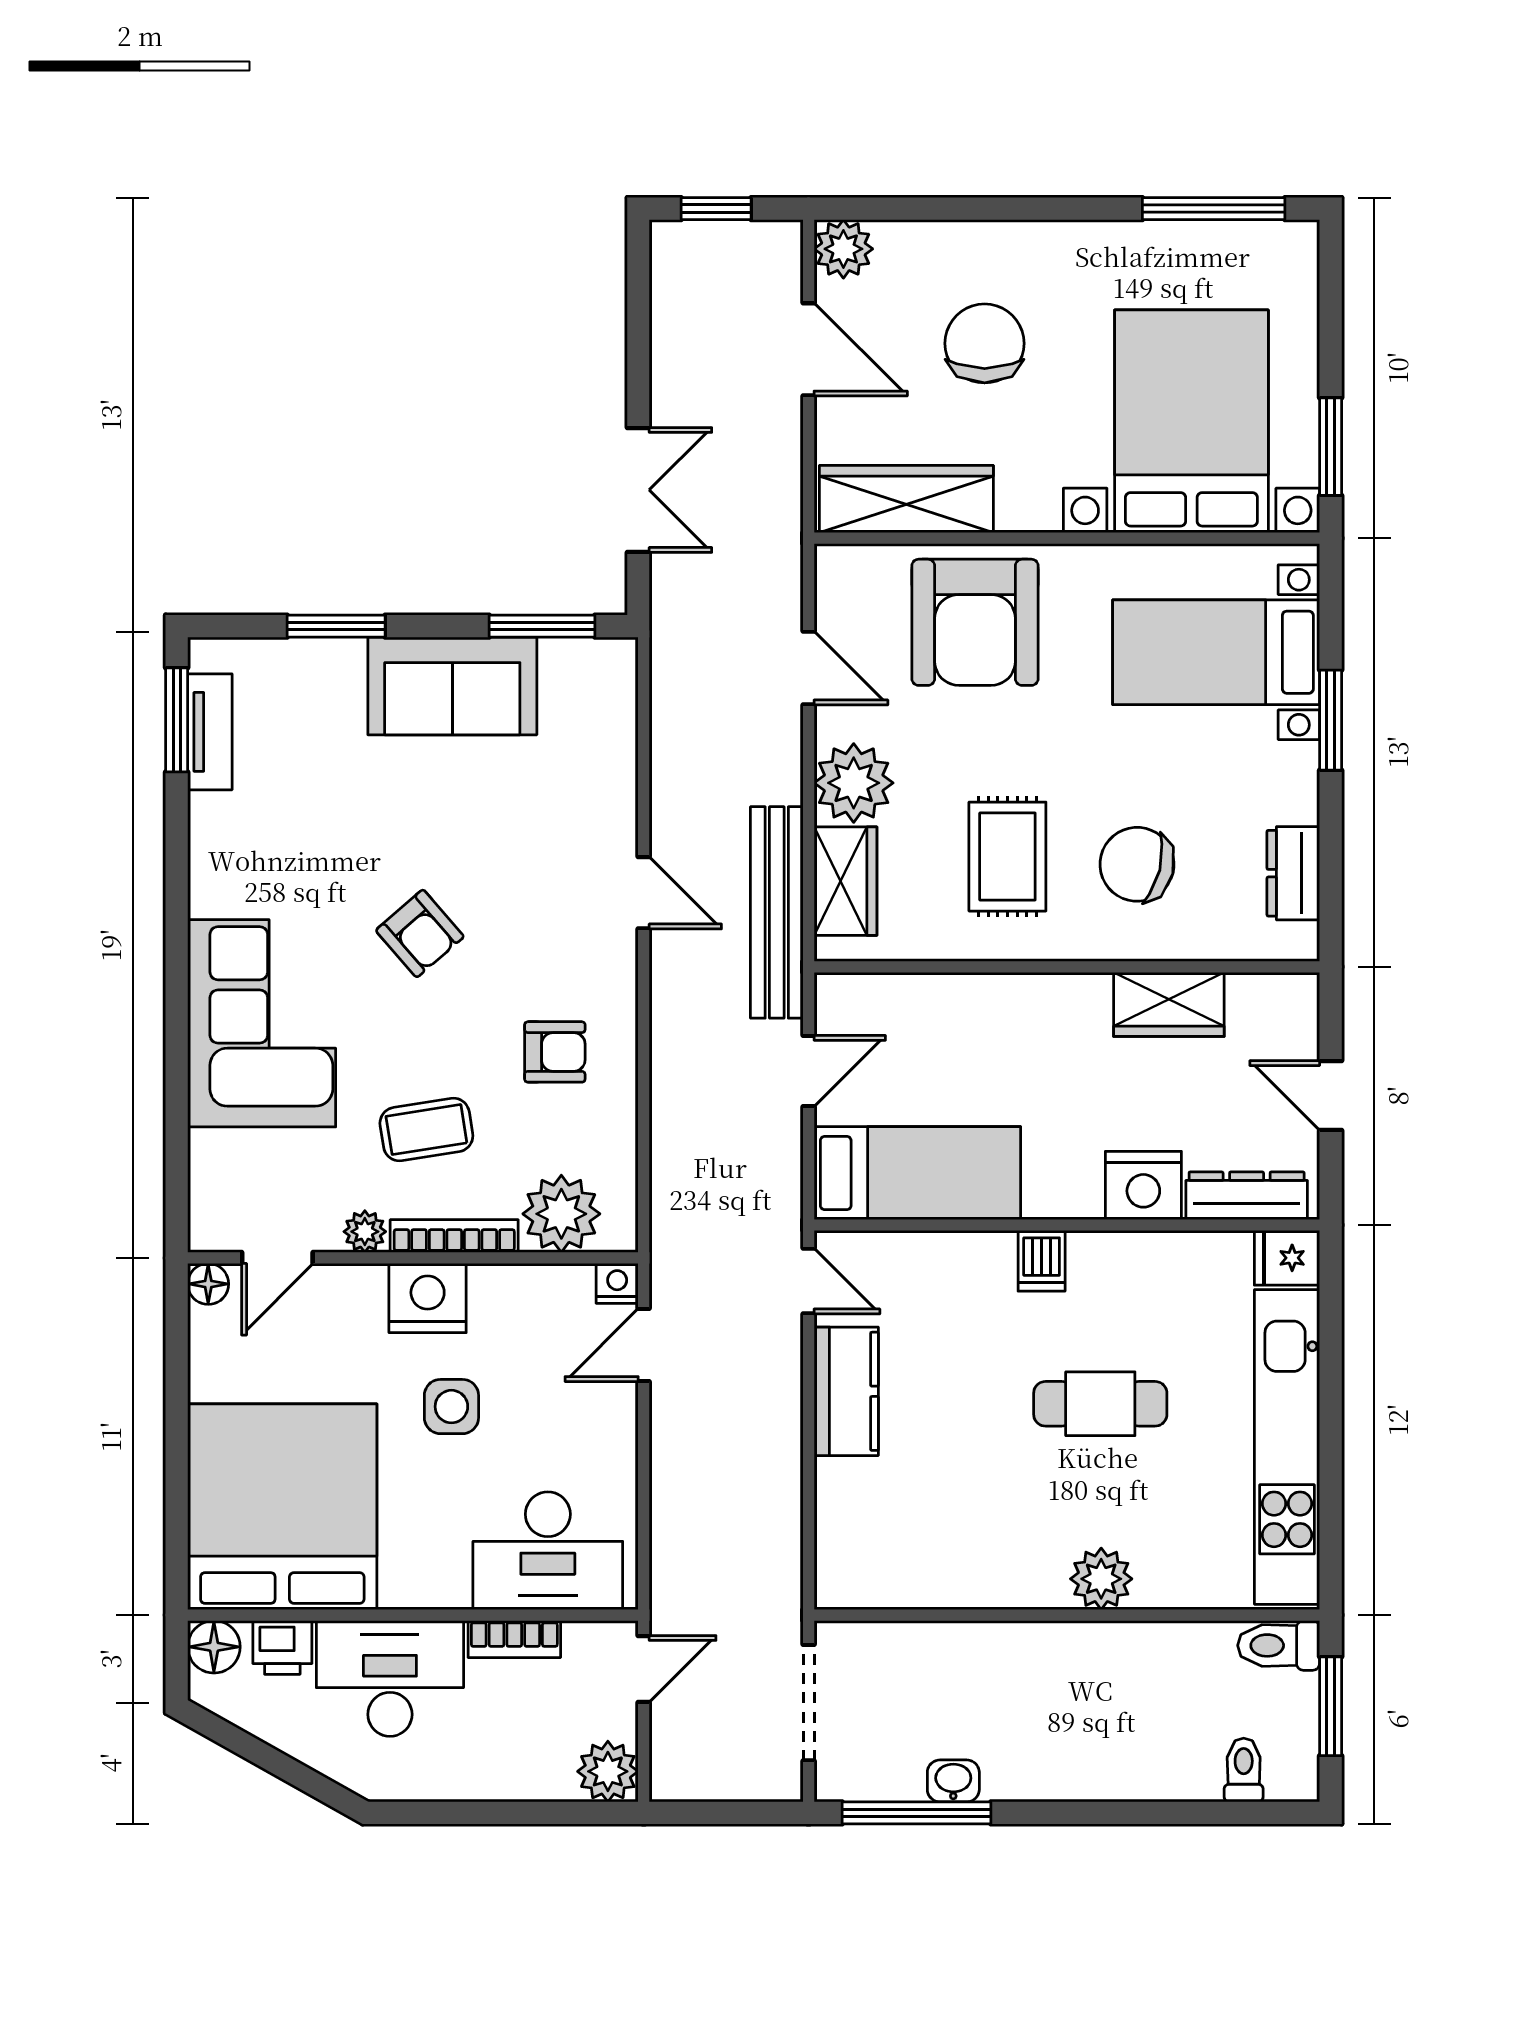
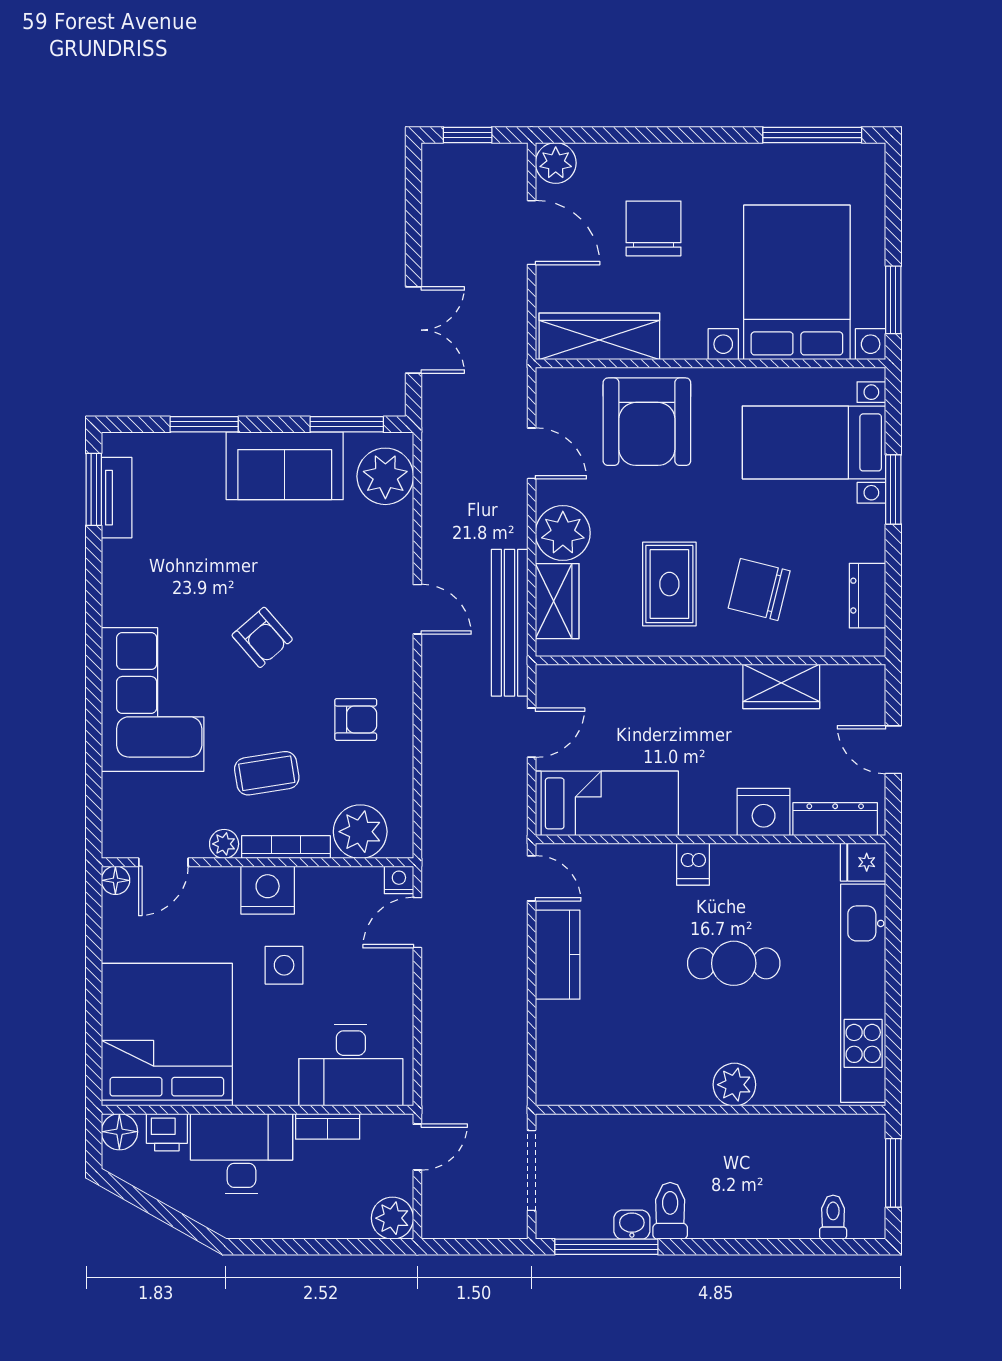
plant: (597, 701) -> (385, 476), added
toilet: (1279, 1645) -> (670, 1211), moved, turned 90

